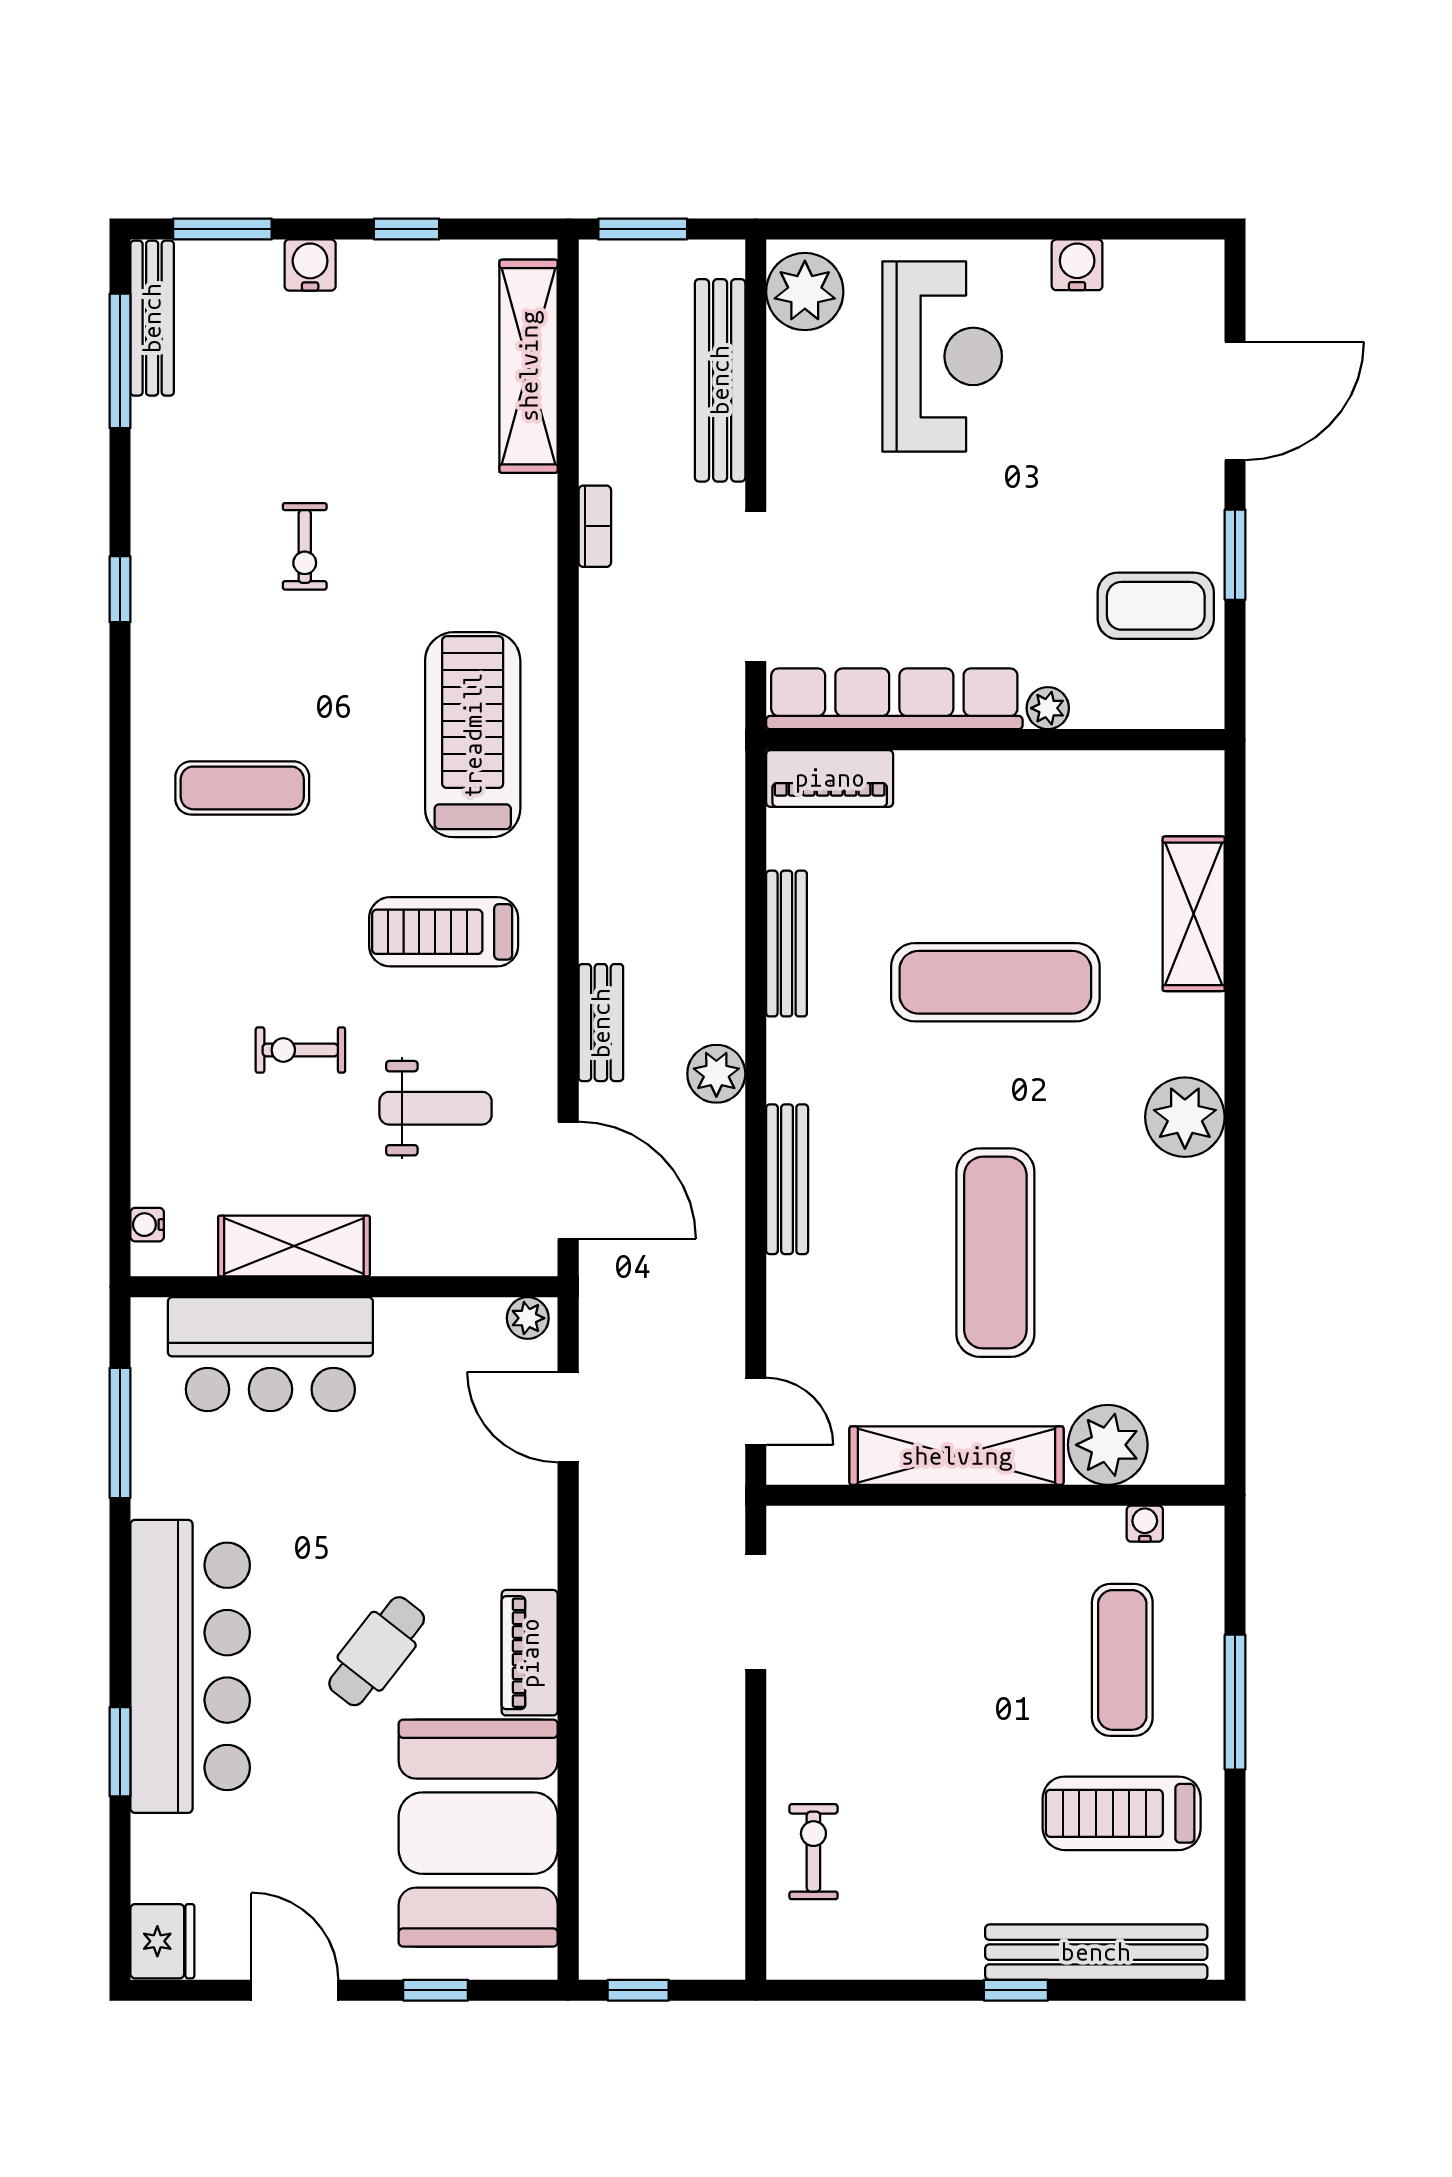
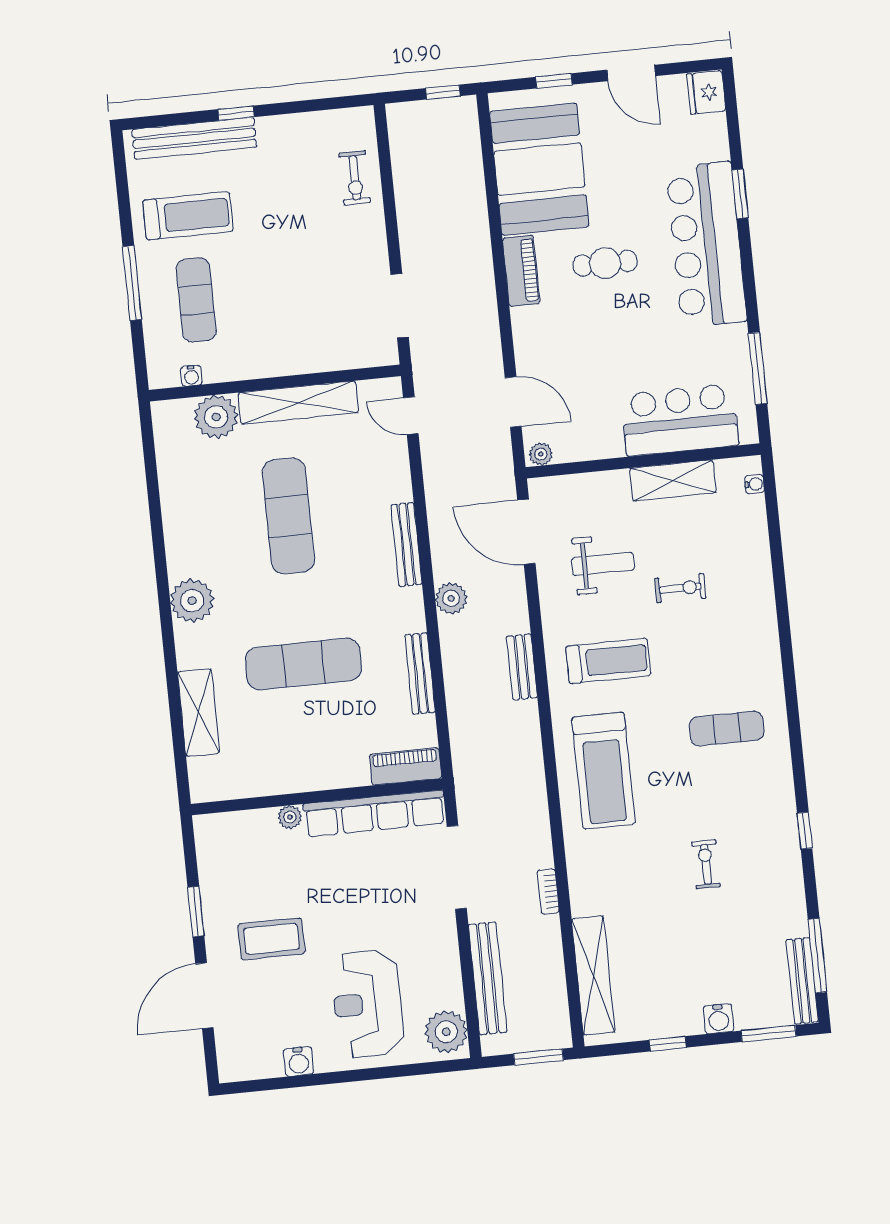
coffee table: (1156, 606) -> (271, 939), moved
bench: (601, 1023) -> (522, 667), moved
weight bench: (436, 1108) -> (603, 564), turned 180
cafe table: (377, 1651) -> (605, 263), turned 52

